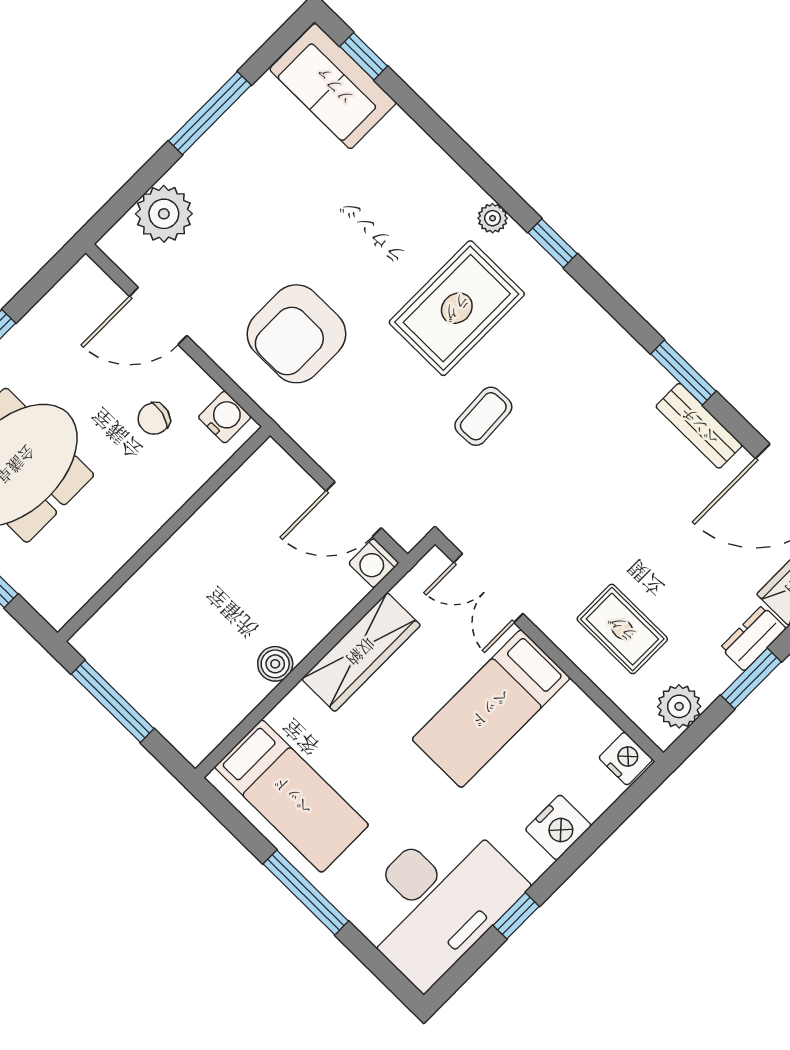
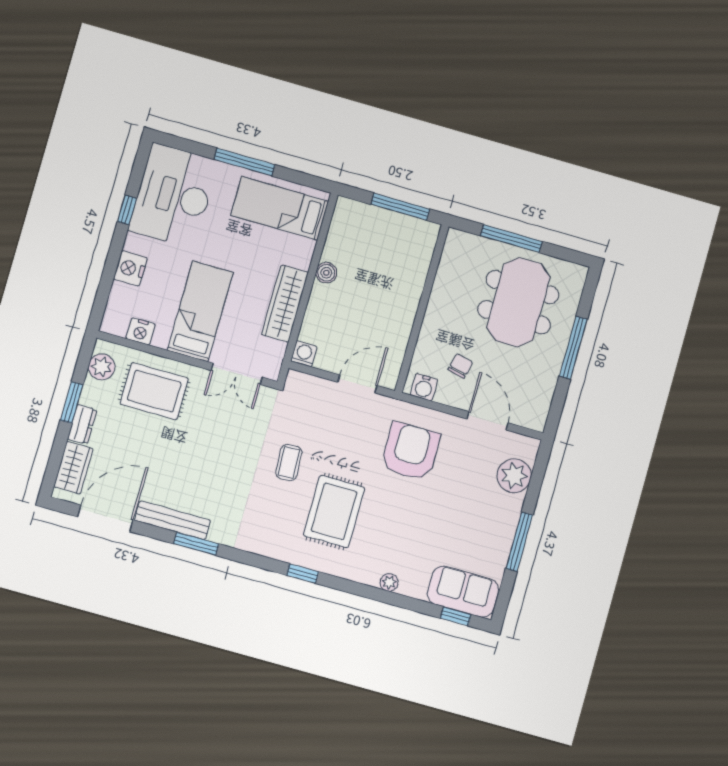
plant: (493, 218) -> (389, 582), moved
door: (158, 316) -> (488, 421), hinge flipped
bench: (699, 426) -> (173, 520), width x1.36
door: (354, 509) -> (357, 384), moved
double door: (488, 588) -> (237, 374), swing flipped
rug: (622, 629) -> (154, 391), width x1.36, depth x1.43
nightstand: (626, 759) -> (141, 331), moved

